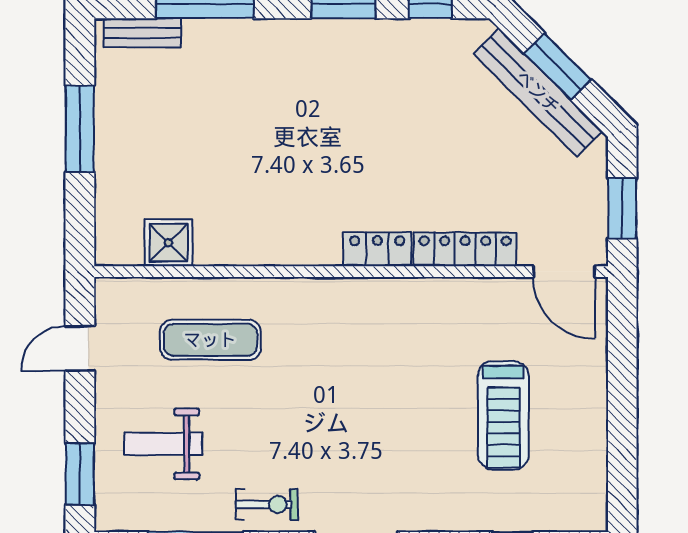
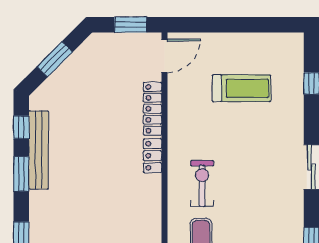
bench: (538, 92) -> (39, 150), moved, turned -45
exercise bike: (267, 504) -> (202, 183), moved, width x1.38, depth x1.39

